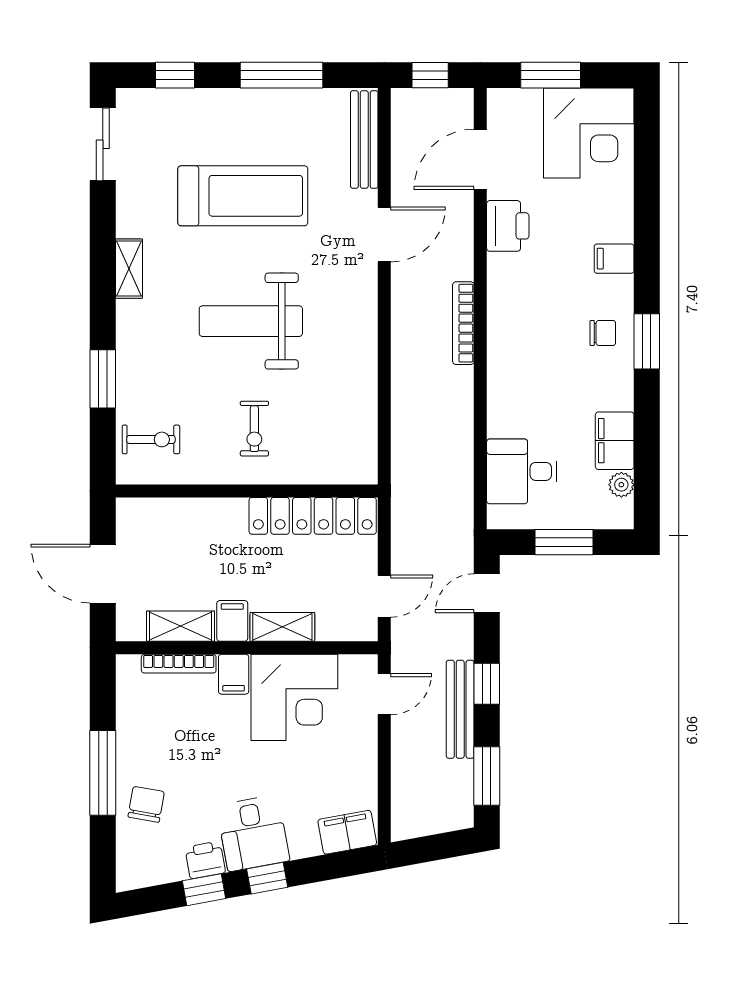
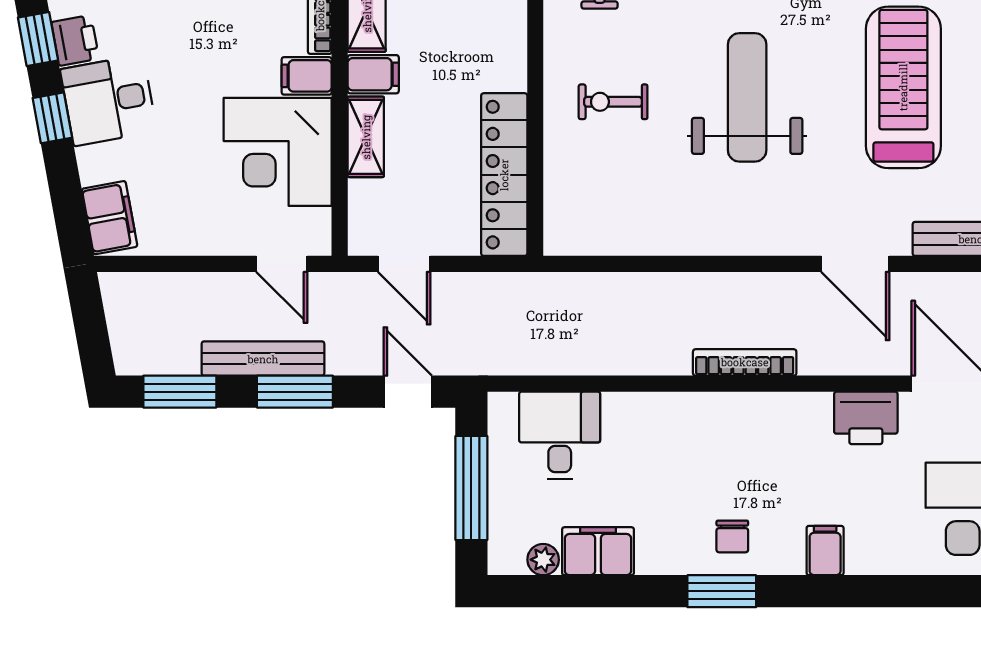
treadmill: (243, 196) -> (903, 87), turned 180
window: (564, 542) -> (471, 488), width x1.44
window: (487, 684) -> (295, 392), width x1.50

